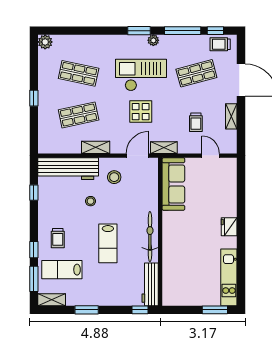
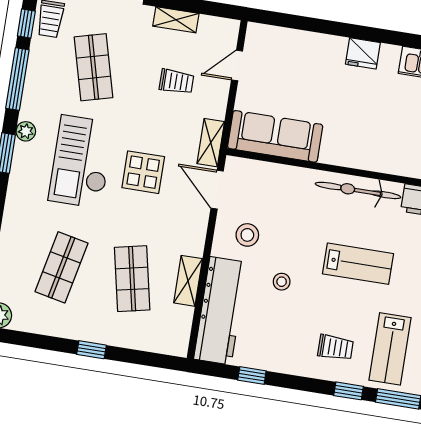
shelving: (96, 147) -> (188, 281), moved

